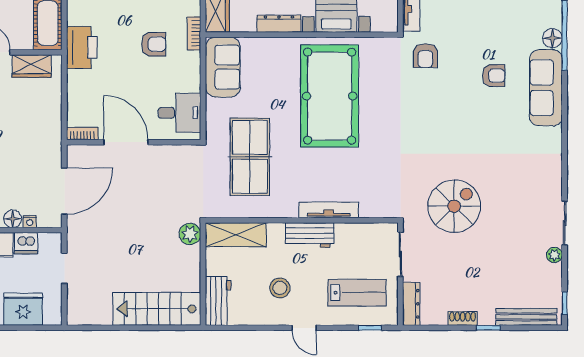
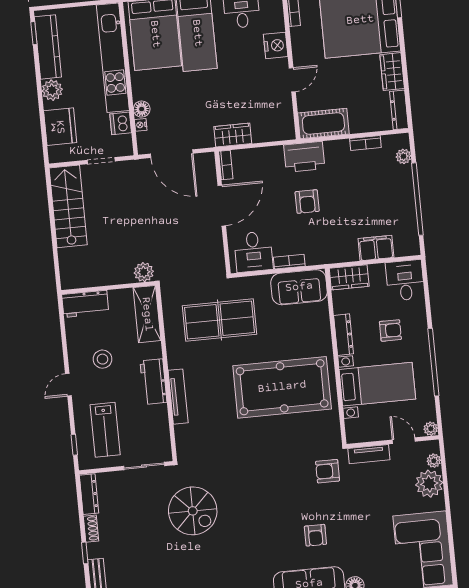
bookcase: (194, 33) -> (289, 262), moved
armchair: (154, 44) -> (307, 202), moved
wardrobe: (32, 66) -> (233, 135), moved, turned 90
dresser: (411, 304) -> (89, 494), moved, turned -90
stairs: (157, 309) -> (68, 206), moved

